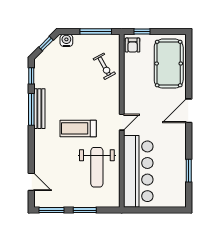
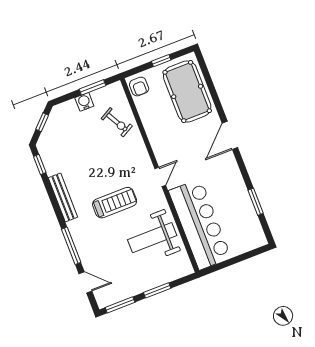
window: (96, 32) -> (92, 87), width x0.69
window: (142, 32) -> (161, 61), moved
water cooler: (66, 40) -> (84, 102), moved
window: (31, 109) -> (71, 246), moved
treadmill: (78, 128) -> (115, 203), turned 180
weight bench: (97, 167) -> (152, 238), turned 90

